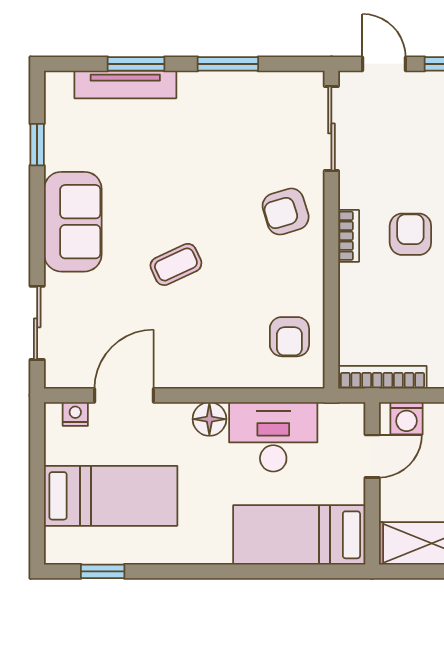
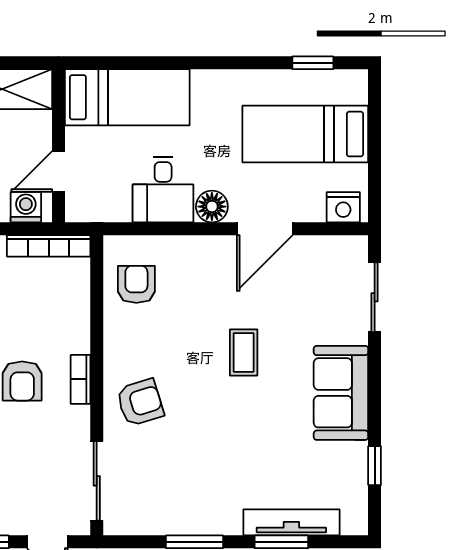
coffee table: (176, 264) -> (244, 352), turned -65
door: (124, 395) -> (265, 229), moved
nightstand: (75, 414) -> (343, 207), width x1.39, depth x1.35
desk: (273, 437) -> (163, 190), width x0.73

